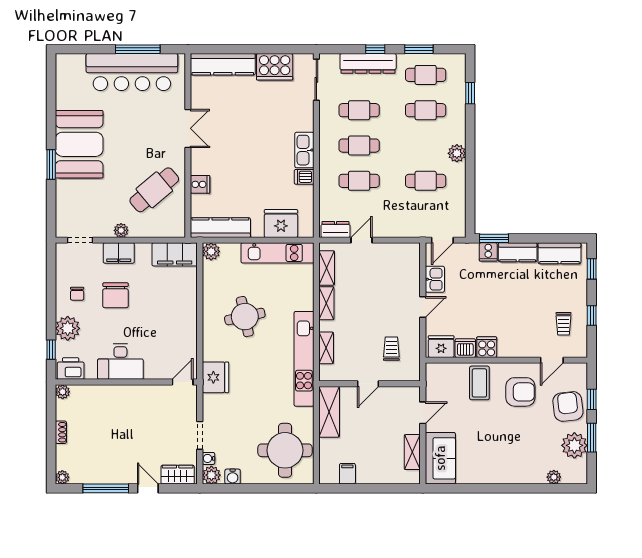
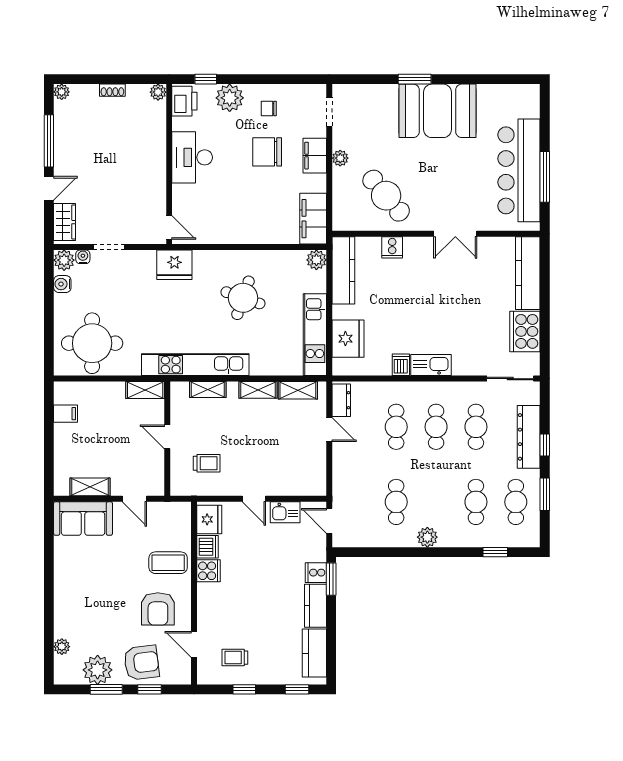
round table: (245, 317) -> (243, 298), turned 31
shelving: (329, 412) -> (145, 390), width x0.67, depth x0.75

